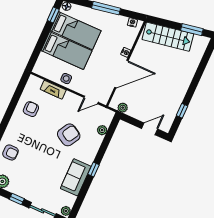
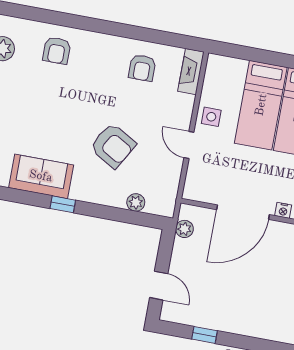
door: (121, 74) -> (243, 212), hinge flipped
fireplace: (53, 90) -> (191, 72), moved
door: (91, 100) -> (189, 145), moved
armchair: (31, 109) -> (142, 68), turned 90

